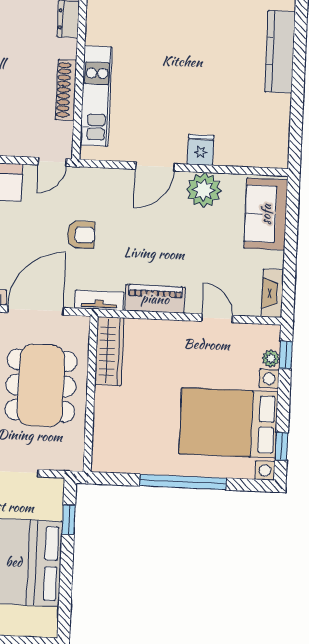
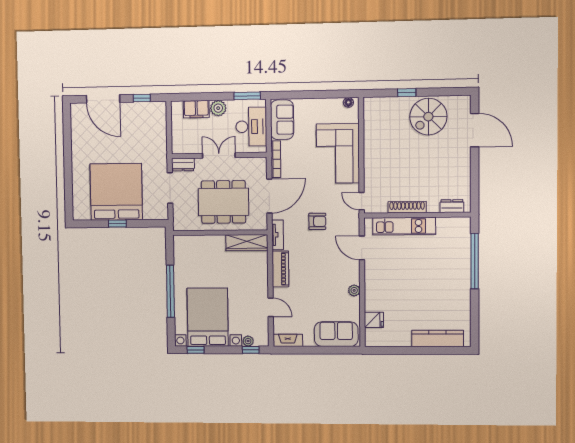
fridge: (201, 150) -> (374, 320), moved
door: (155, 166) -> (362, 248), moved
plant: (204, 190) -> (354, 290), width x0.53, depth x0.53
armchair: (81, 235) -> (317, 221), turned -90
door: (36, 310) -> (269, 196), hinge flipped
door: (217, 318) -> (271, 307), hinge flipped
window: (69, 520) -> (117, 224), moved

